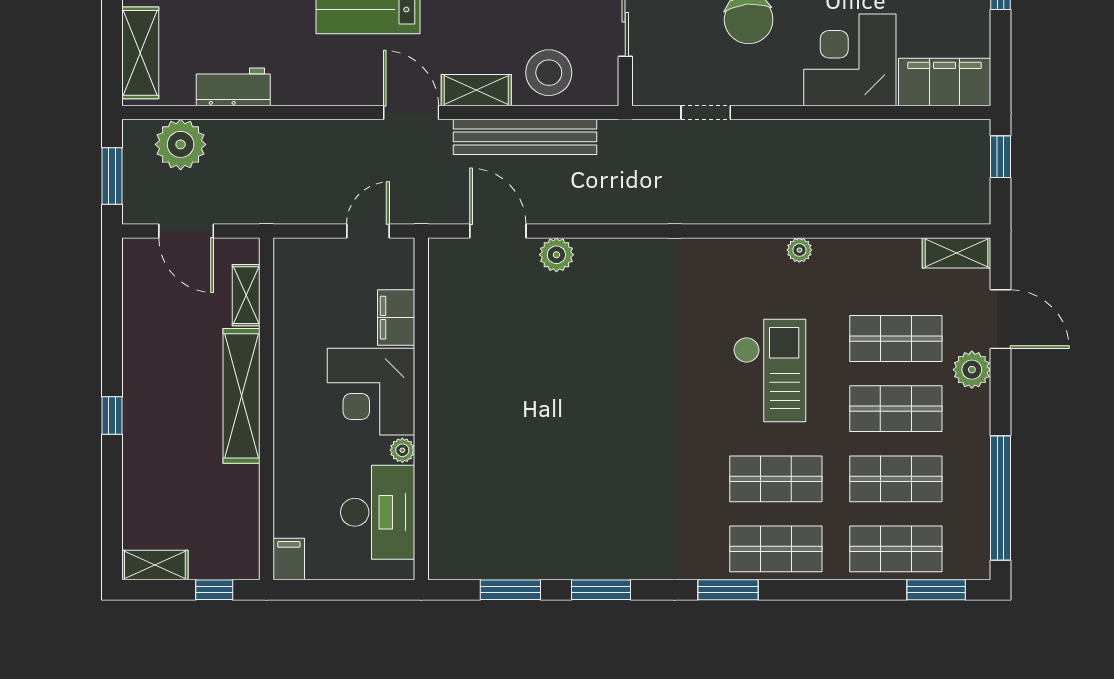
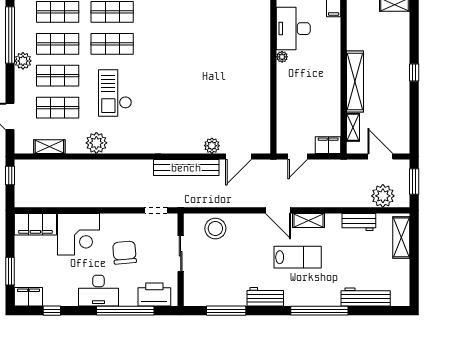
shelving: (476, 90) -> (309, 221), moved
doorway: (706, 113) -> (156, 210), moved
bench: (525, 137) -> (186, 168), moved
window: (1000, 157) -> (10, 176), moved
door: (498, 231) -> (239, 156), hinge flipped
plant: (799, 250) -> (96, 143), width x1.88, depth x1.88
shelving: (956, 253) -> (49, 147), moved
filing cabinet: (396, 318) -> (328, 145), moved, turned -90
plant: (972, 370) -> (23, 61), moved
corner desk: (371, 392) -> (296, 83), removed

